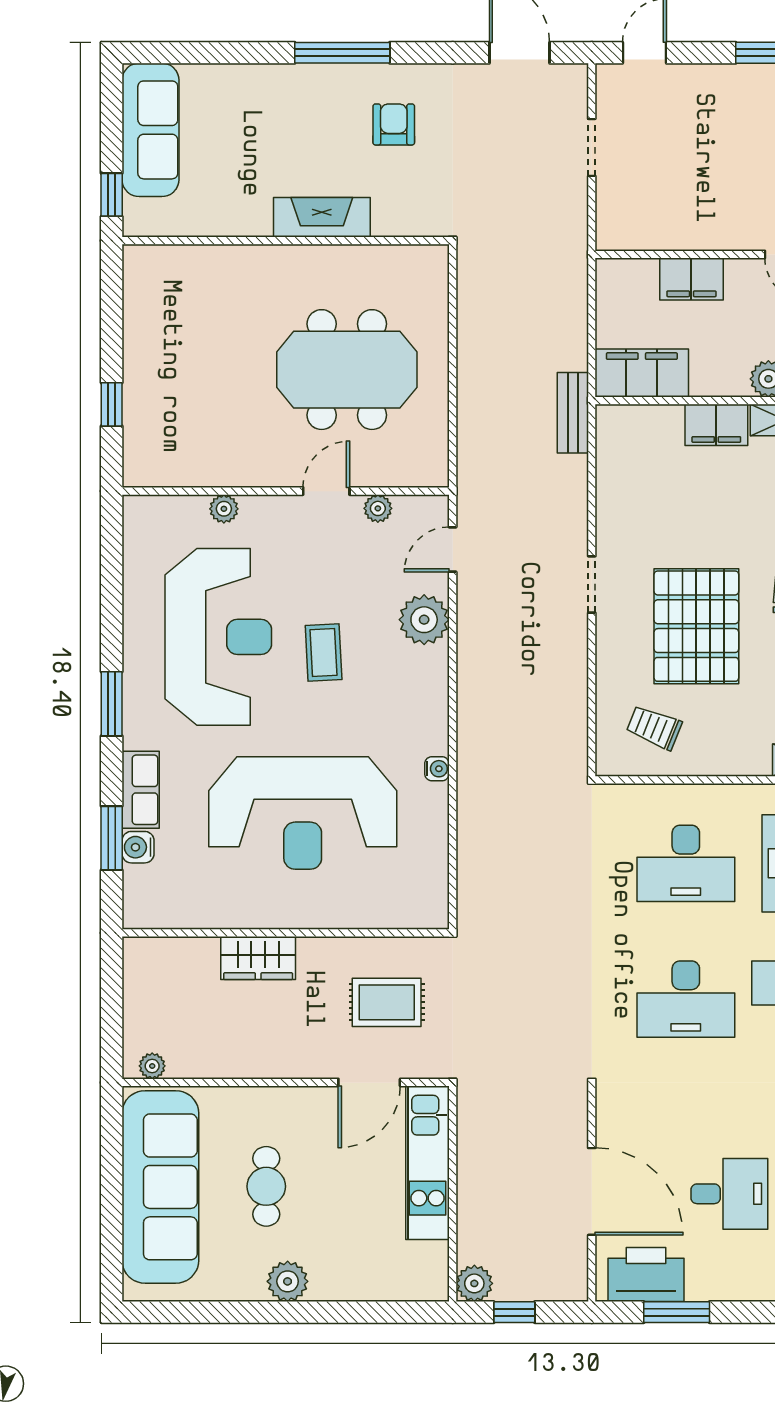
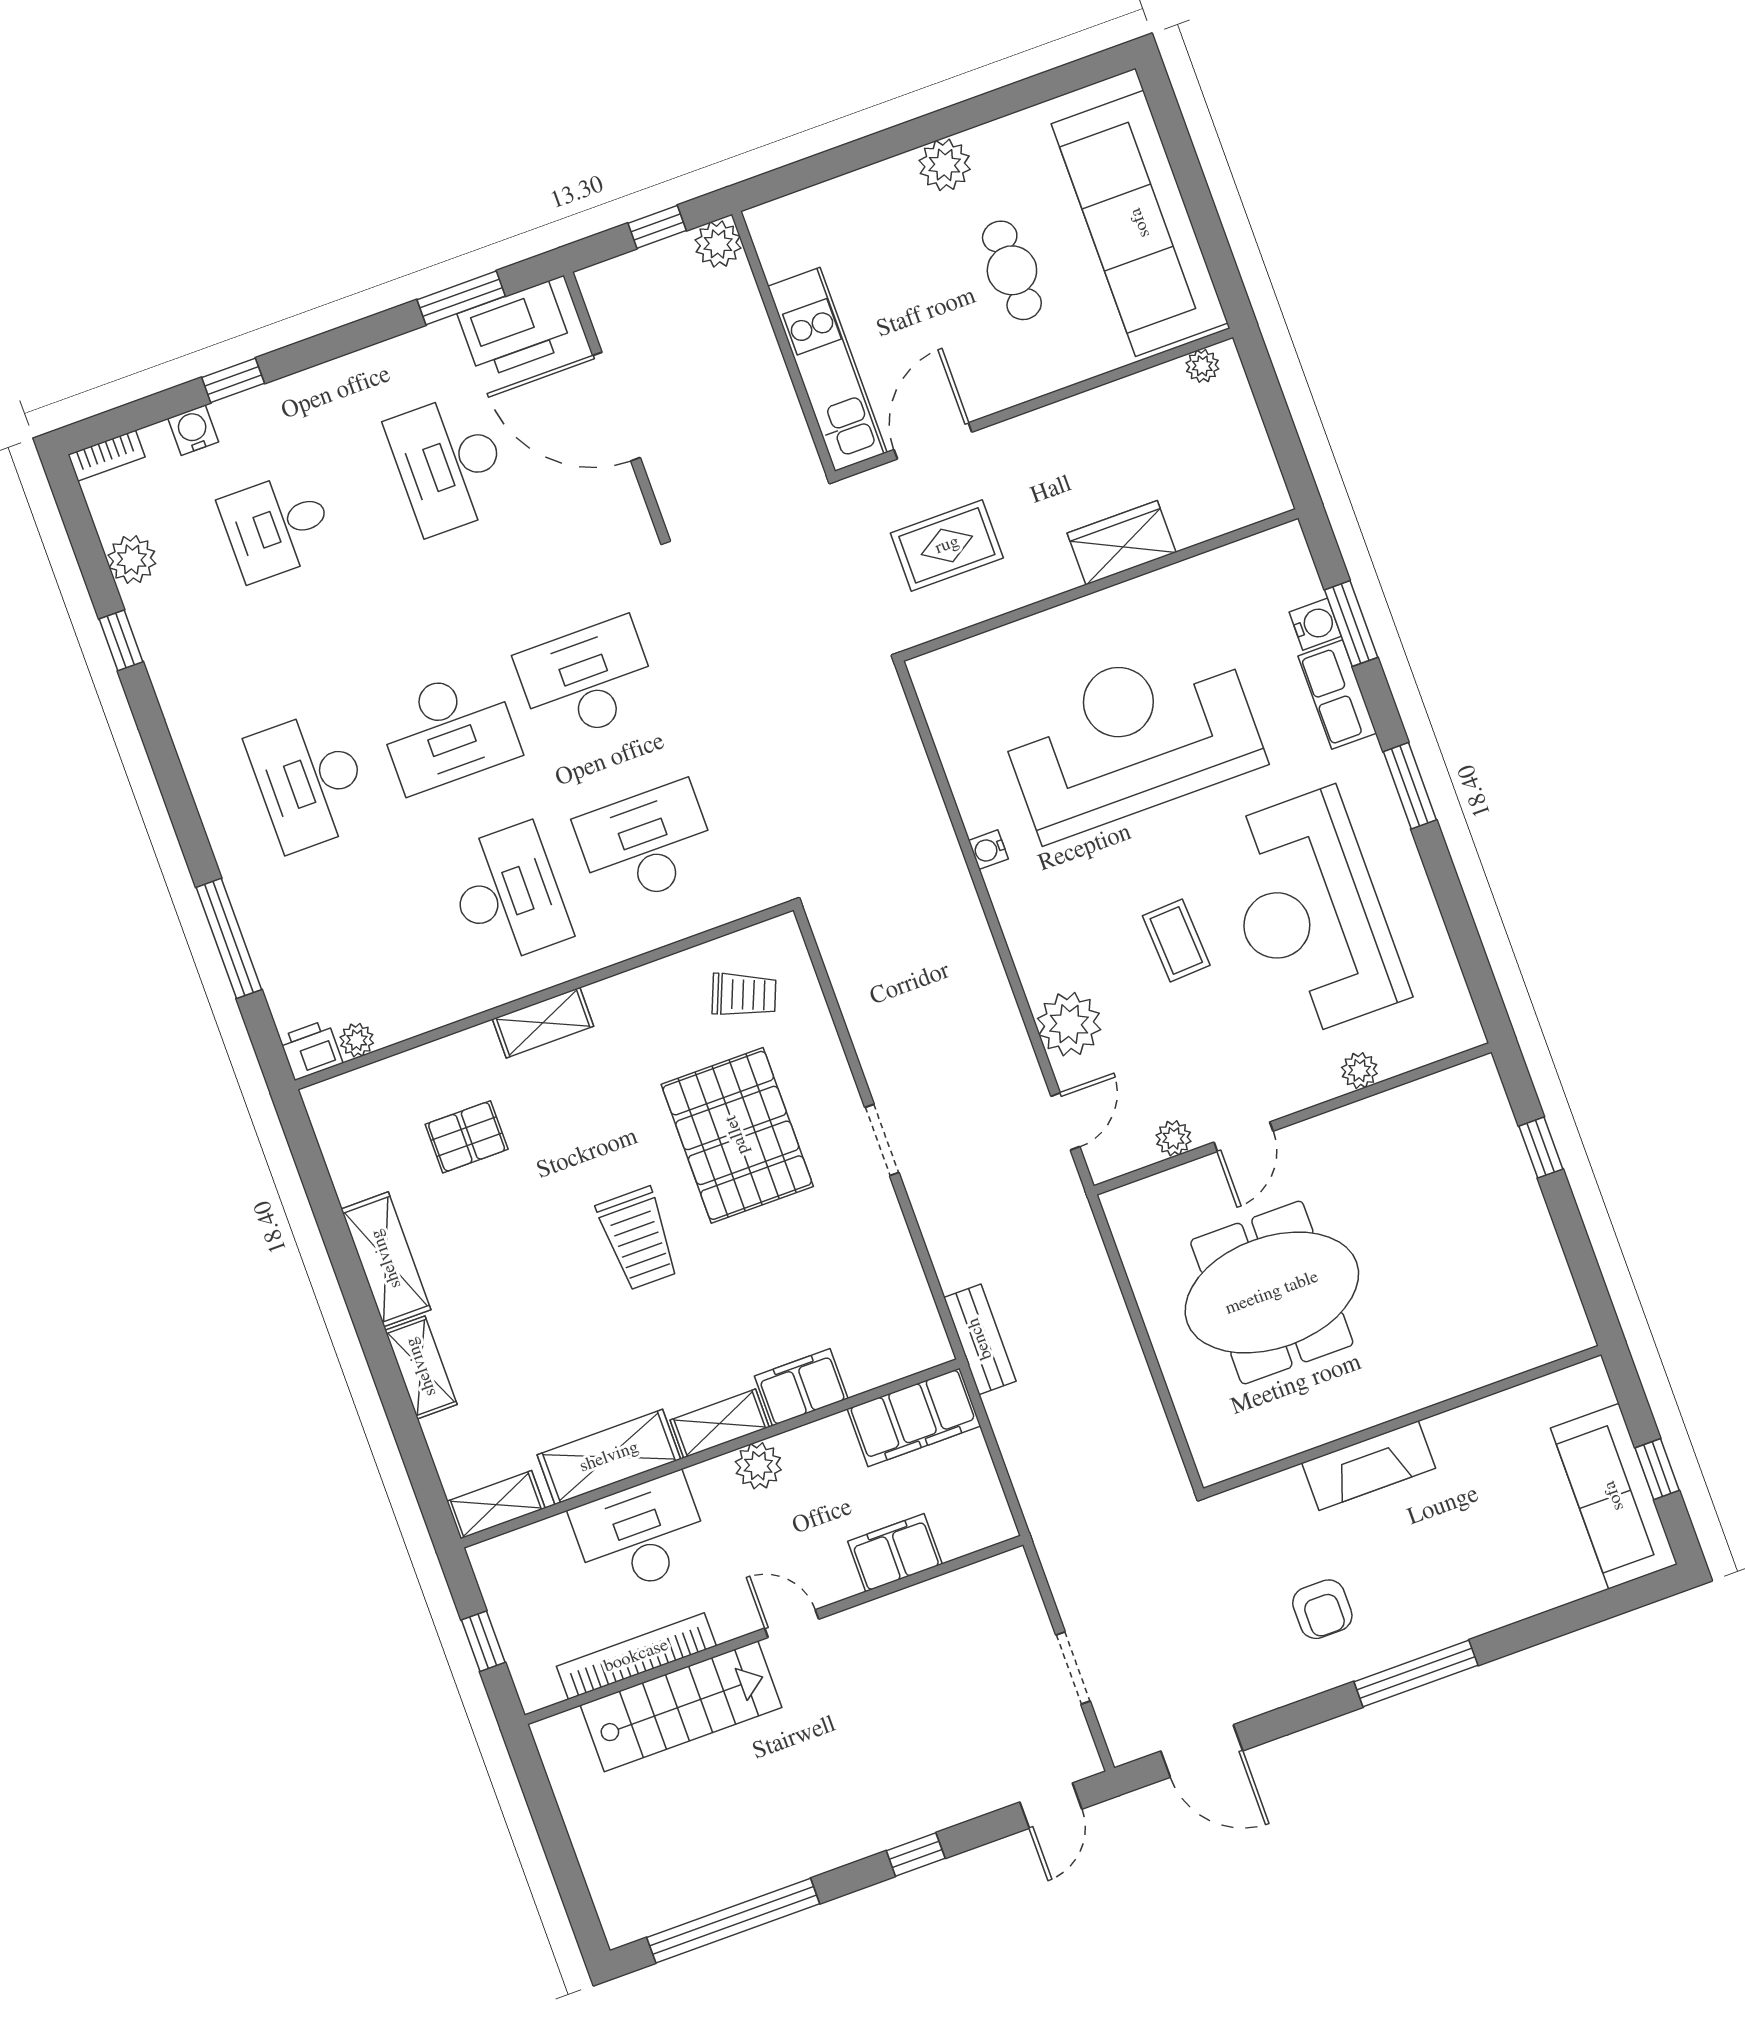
window: (112, 195) -> (1657, 1469), moved
desk: (729, 1194) -> (449, 464), width x1.37

